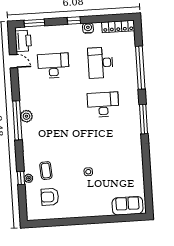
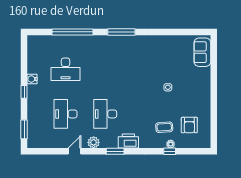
locker: (118, 26) -> (32, 50), removed
printer: (23, 41) -> (128, 141), moved
door: (14, 61) -> (75, 151), moved
desk: (103, 104) -> (105, 114), moved
plant: (26, 116) -> (94, 142), moved
window: (17, 120) -> (115, 151), width x0.47

